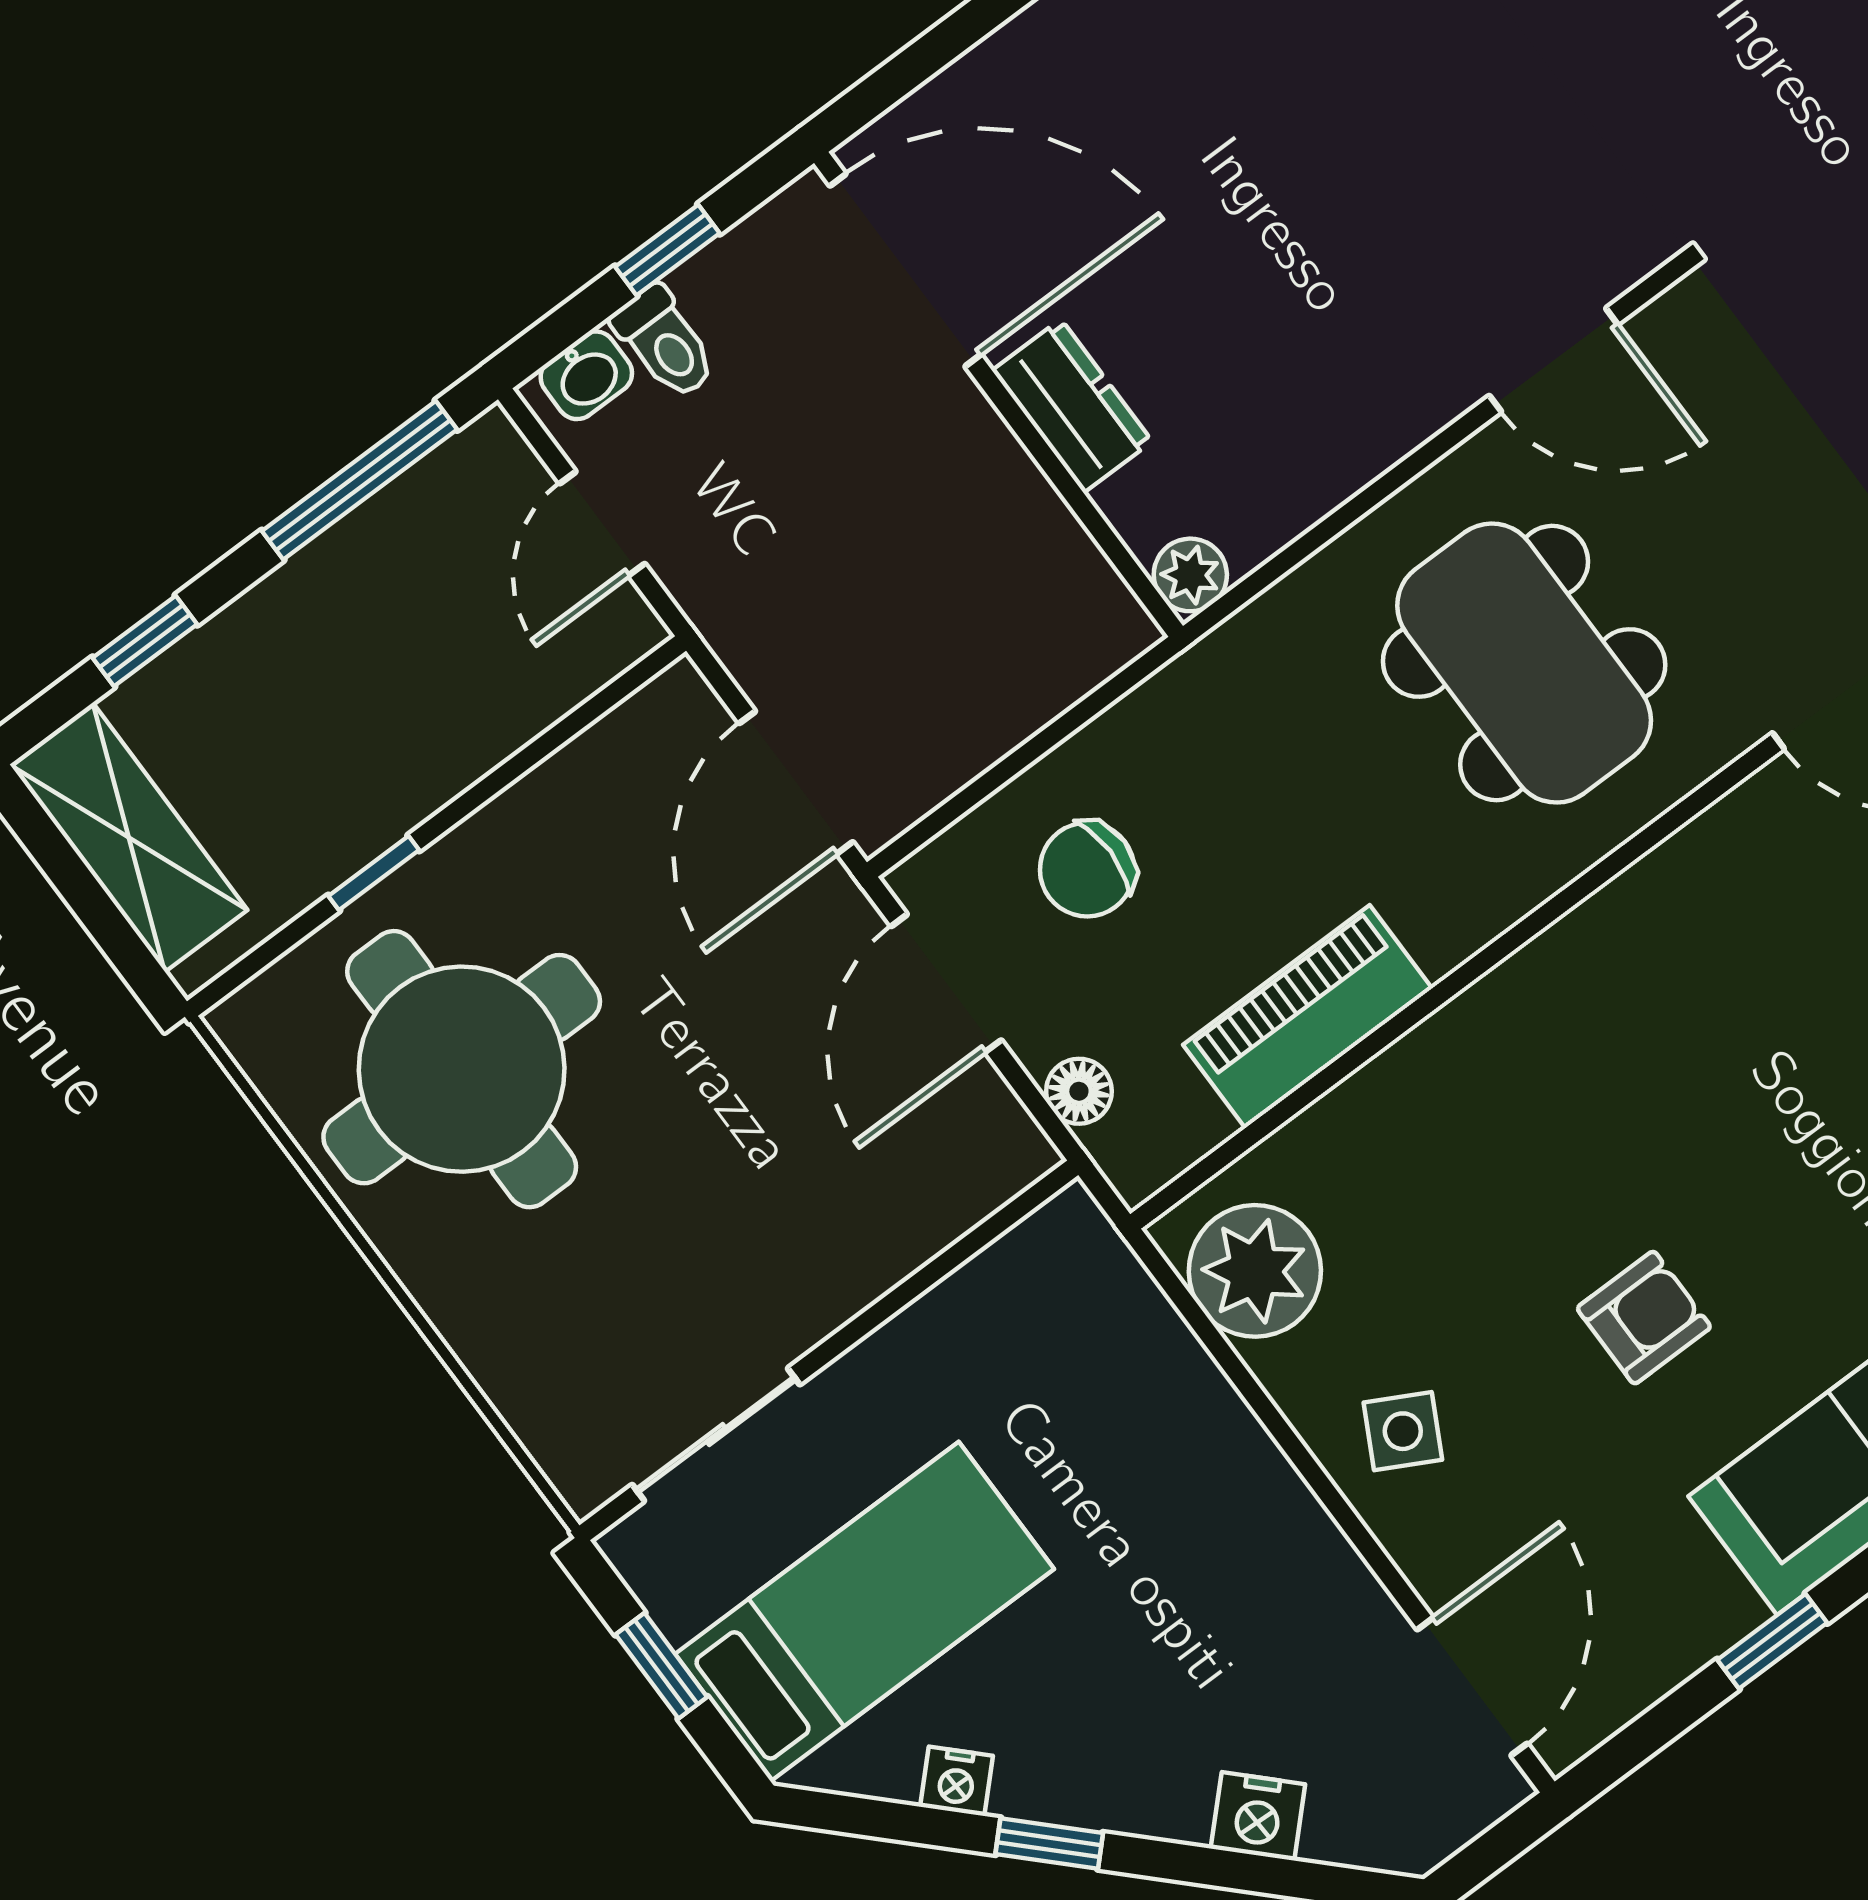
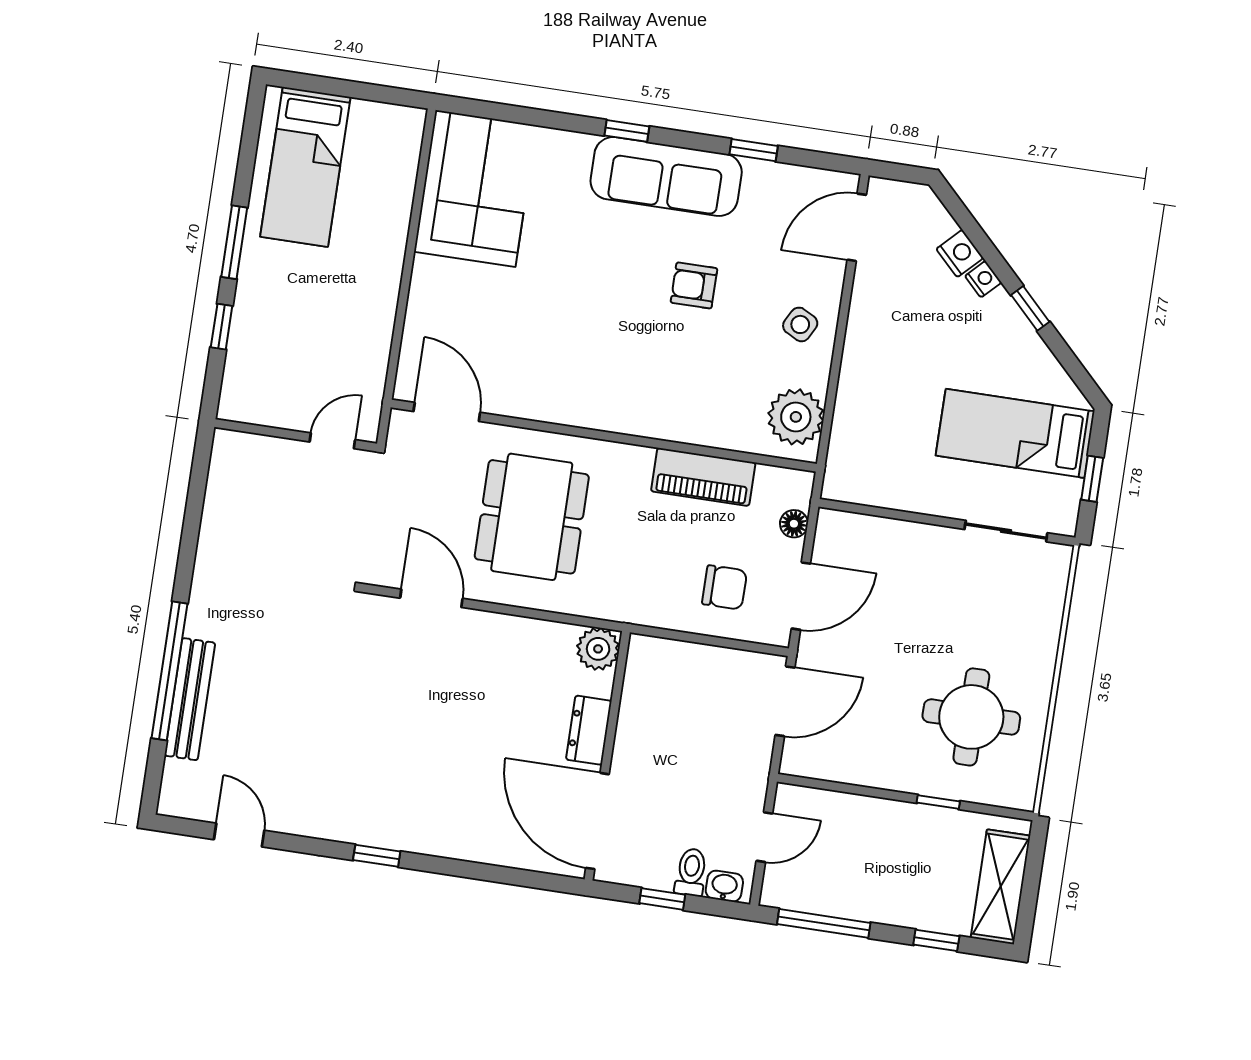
plant: (1190, 575) -> (598, 649), width x1.38, depth x1.38
round table: (462, 1069) -> (971, 717), width x0.73, depth x0.73
nightstand: (957, 1781) -> (983, 279), moved

